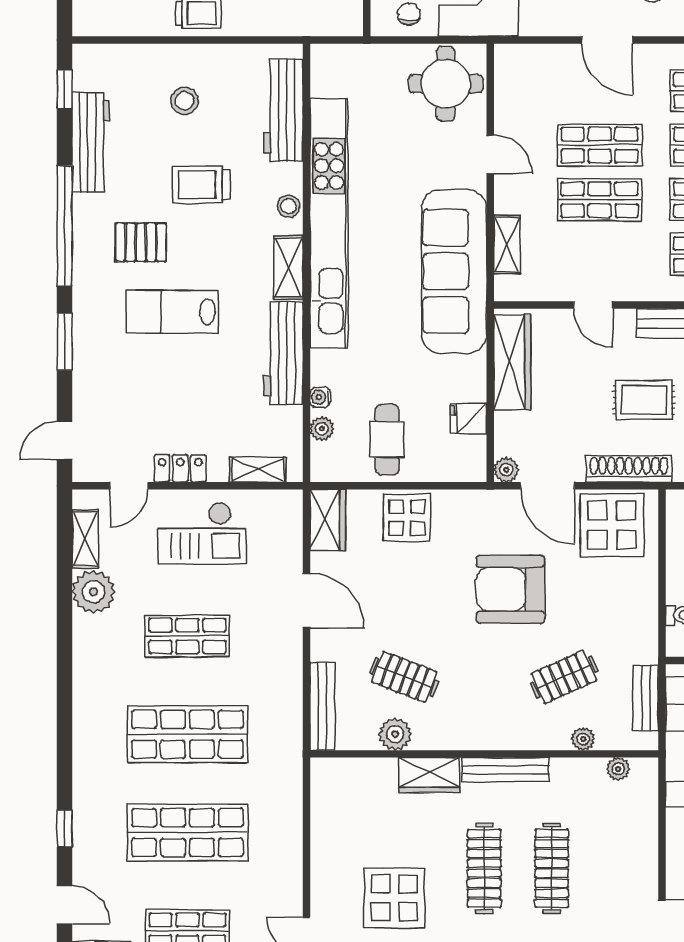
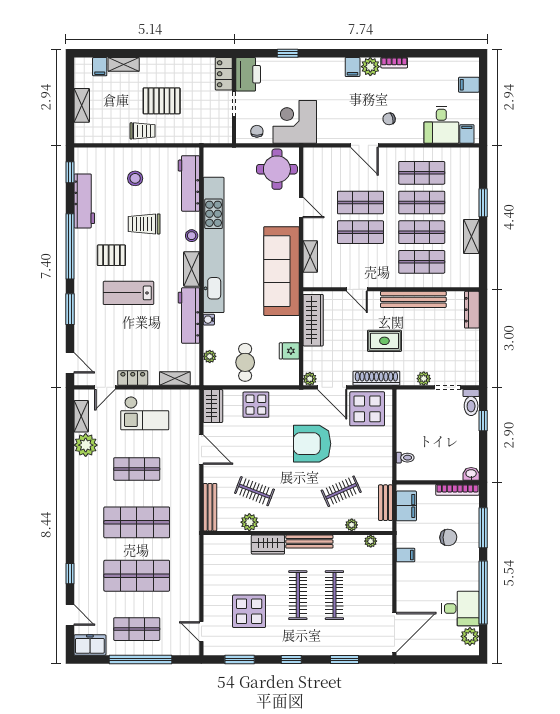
water cooler: (320, 397) -> (209, 320), moved
door: (65, 441) -> (70, 363), swing flipped

